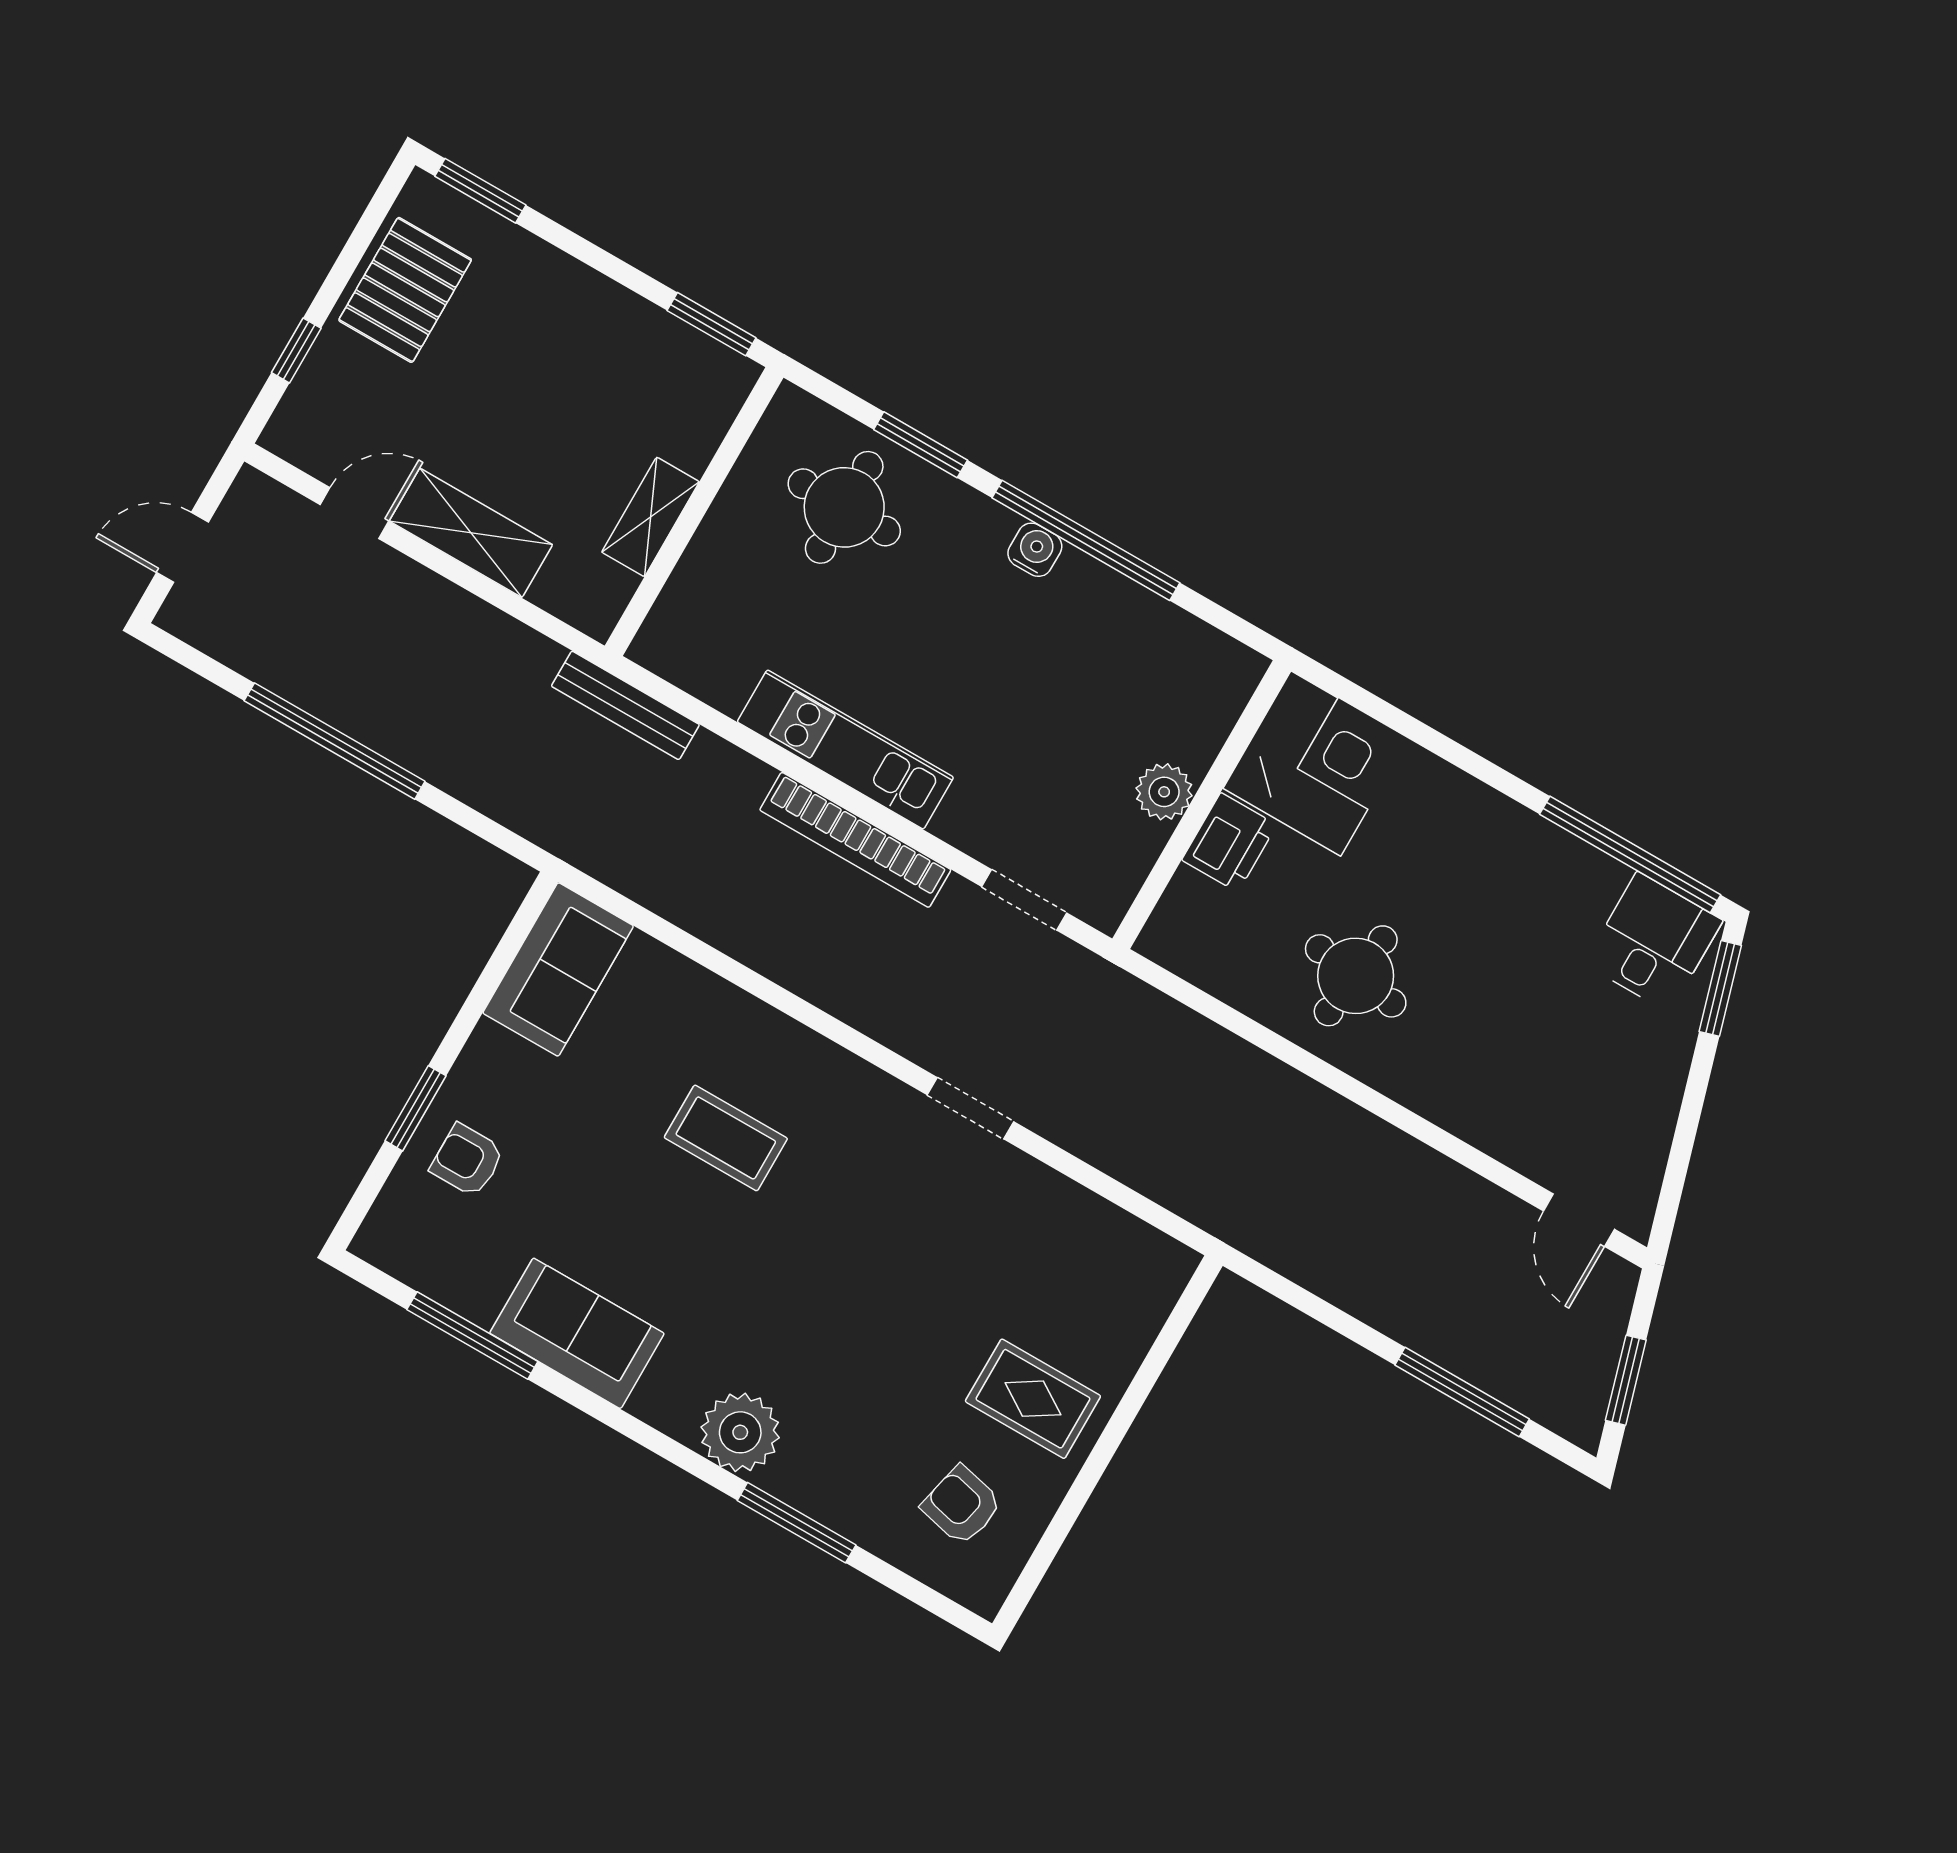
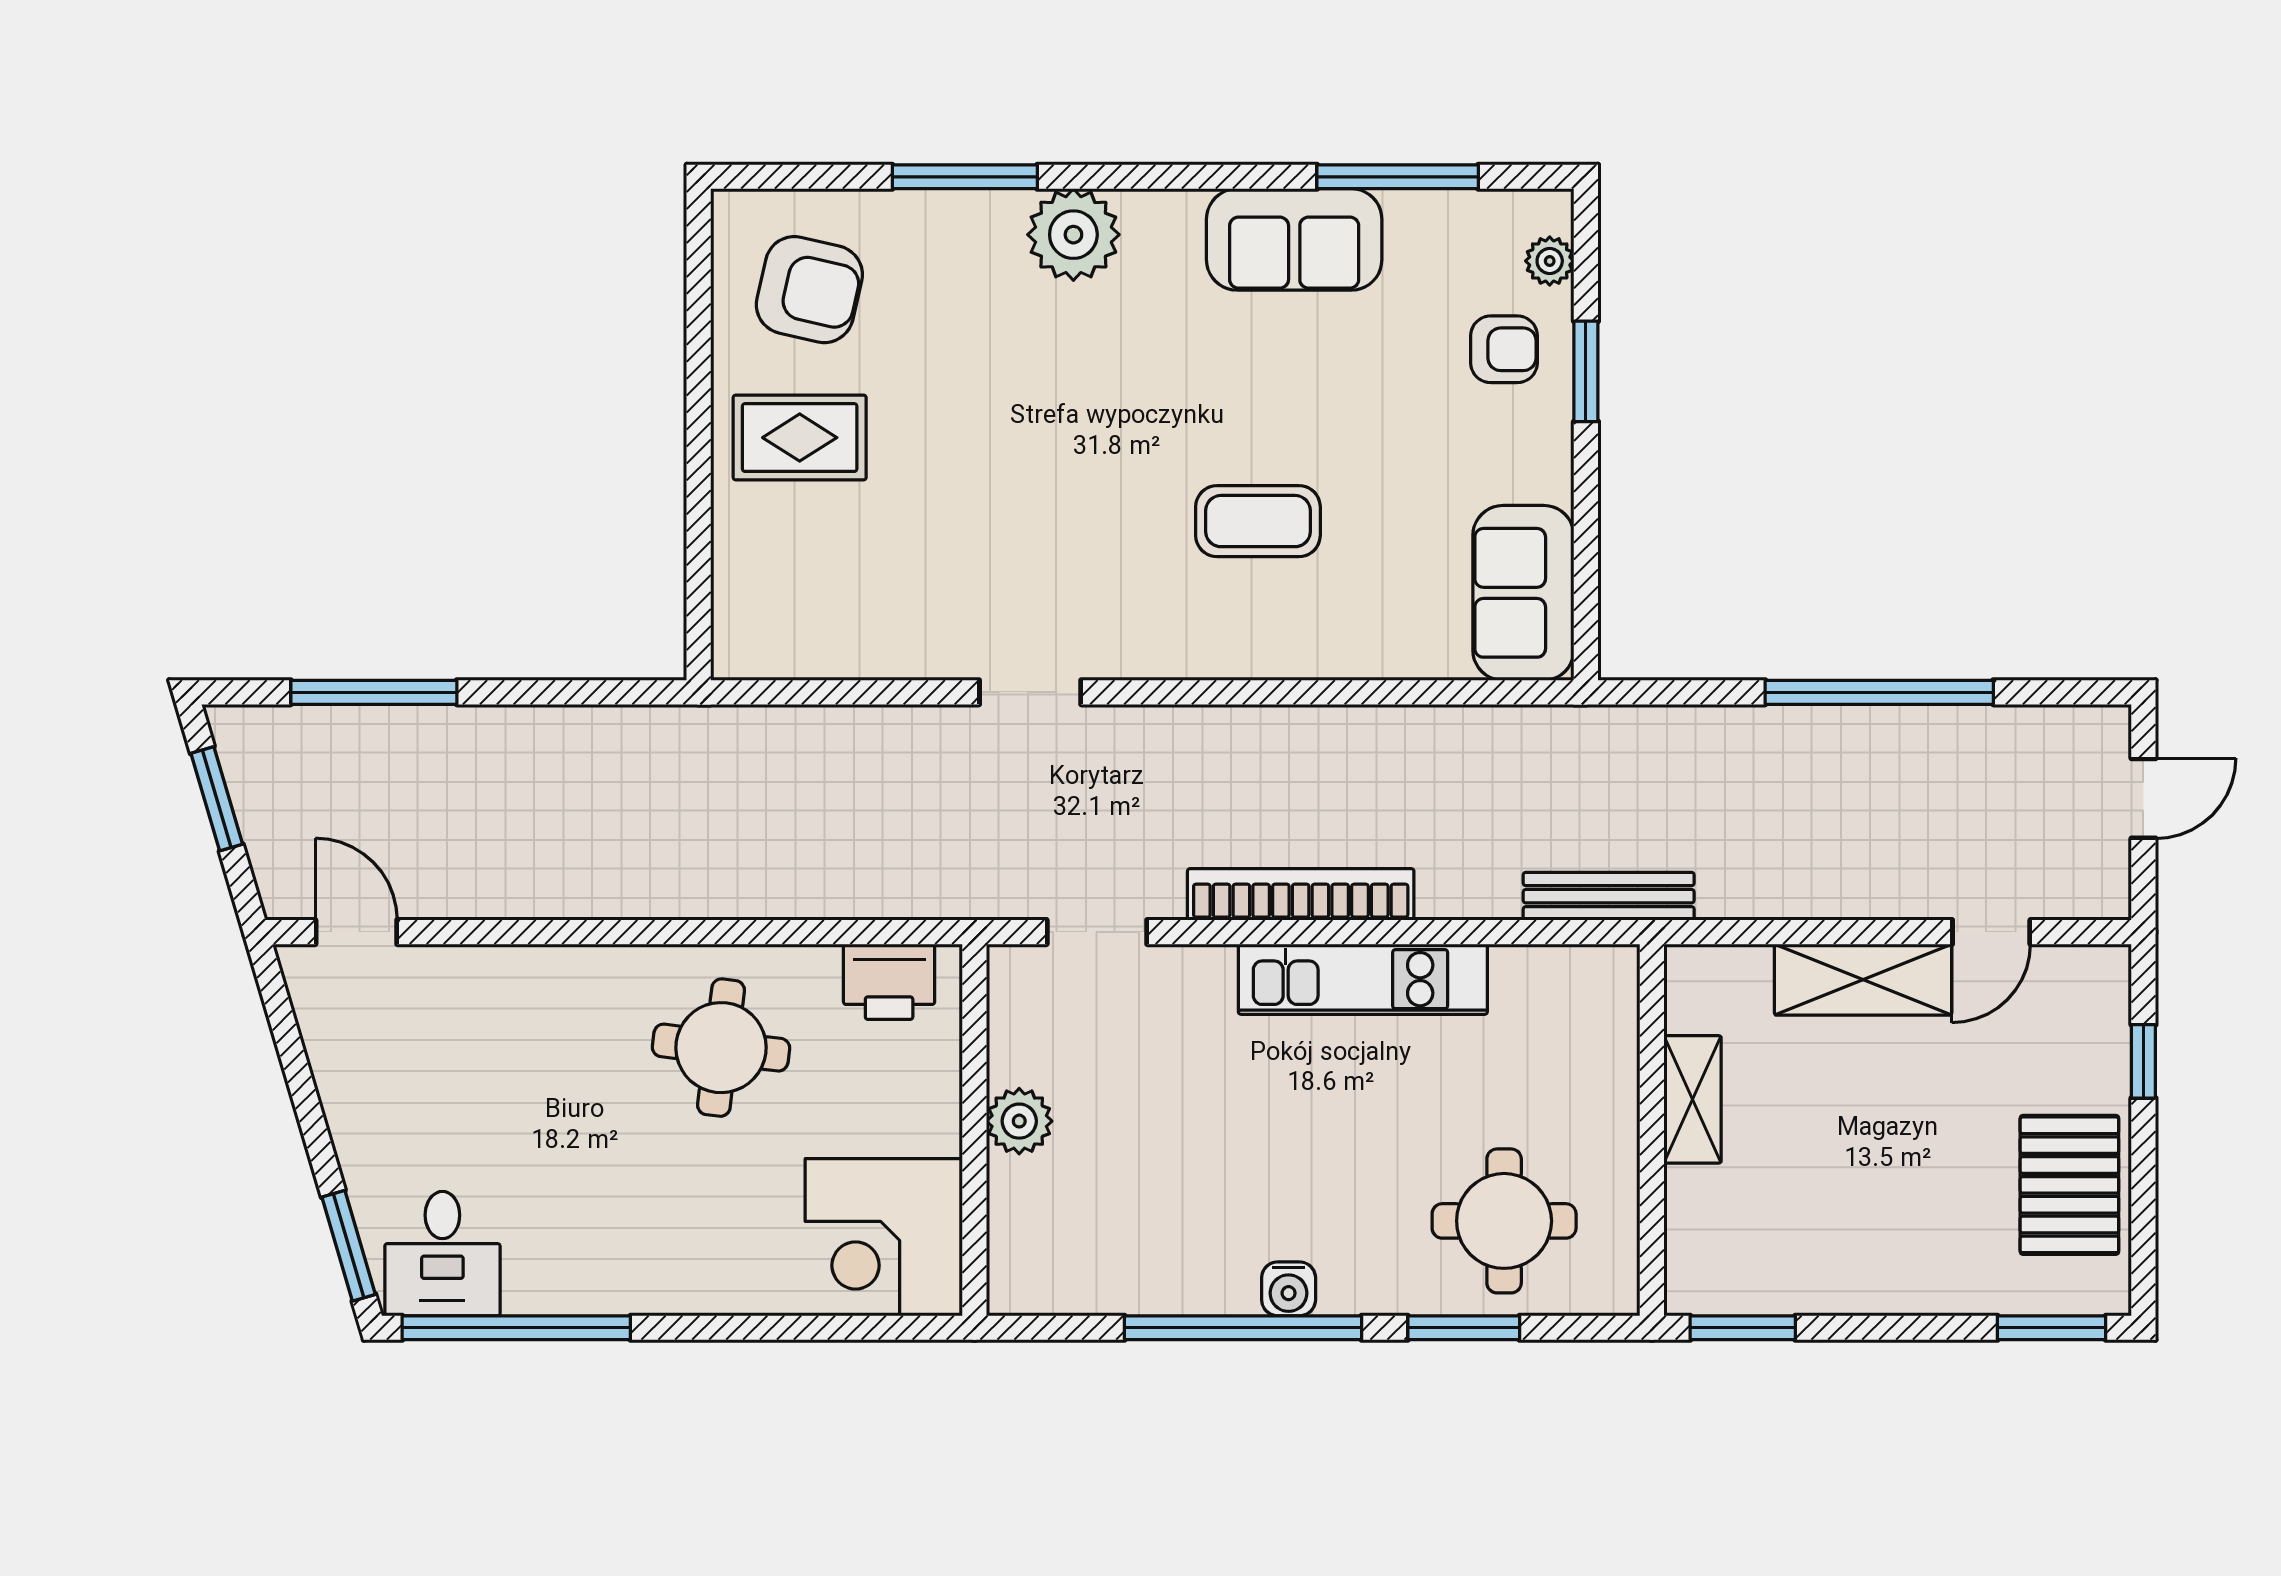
printer: (1229, 842) -> (889, 982), moved, turned -90
plant: (395, 1207) -> (1550, 261), added
armchair: (962, 1505) -> (809, 290), width x1.38, depth x1.38

